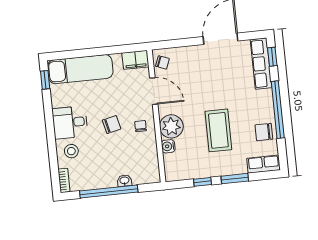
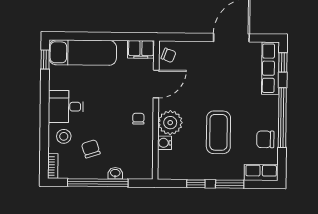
door: (154, 91) -> (156, 84), hinge flipped
chair: (112, 125) -> (91, 149), moved, turned -95

